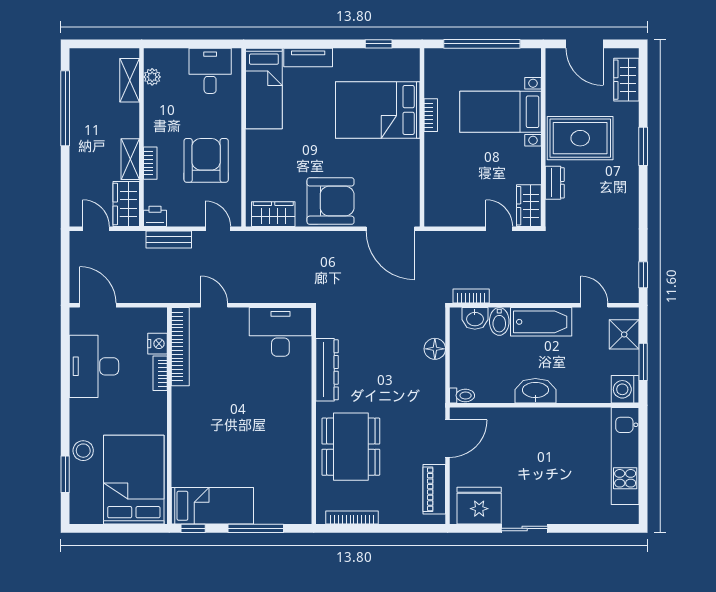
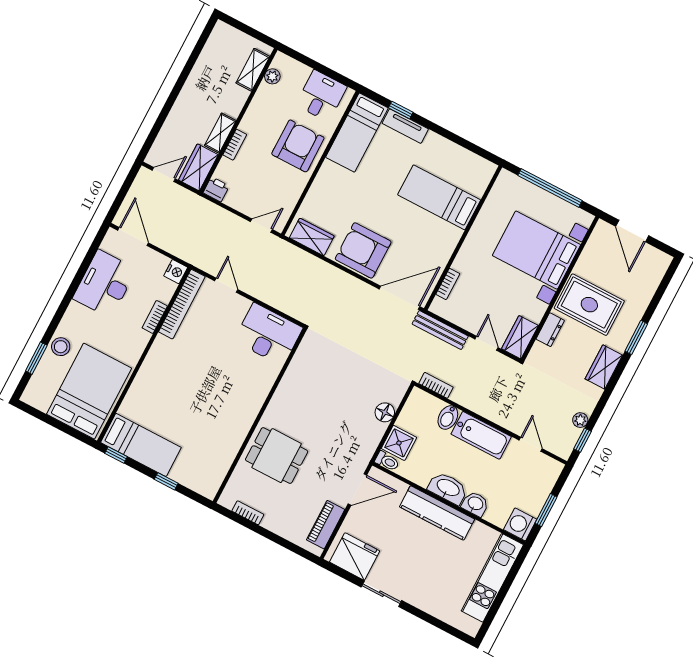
window: (379, 44) -> (401, 110), moved
wardrobe: (626, 80) -> (604, 367), moved
window: (65, 108) -> (189, 65), removed
bed: (378, 110) -> (439, 197), width x0.67
bed with nightstands: (500, 112) -> (537, 250), width x1.36
bookcase: (431, 115) -> (448, 284), moved
armchair: (206, 160) -> (298, 146), moved
armchair: (331, 201) -> (363, 250), turned 180
door: (96, 229) -> (164, 175), hinge flipped
door: (218, 229) -> (261, 226), hinge flipped
door: (390, 229) -> (399, 298), swing flipped
bench: (169, 240) -> (440, 330), moved, width x1.36
plant: (631, 256) -> (580, 420), added
washbasin: (475, 318) -> (475, 504), moved, turned 180
shower: (624, 334) -> (399, 443), moved
nightstand: (157, 344) -> (176, 272), moved
dresser: (327, 370) -> (290, 384), removed
kitchen counter: (538, 421) -> (437, 513), added
dining table: (351, 447) -> (277, 456), width x0.73
bookcase: (352, 518) -> (248, 513), width x0.64
window: (256, 528) -> (166, 481), width x0.46

